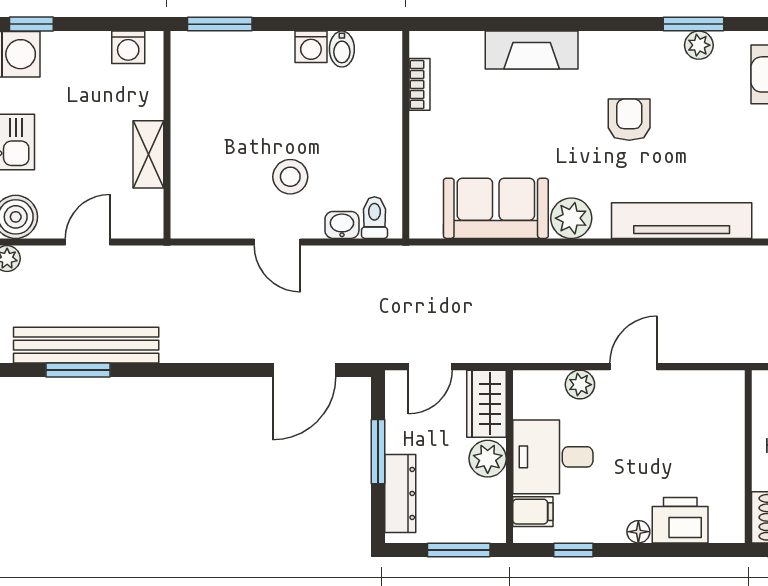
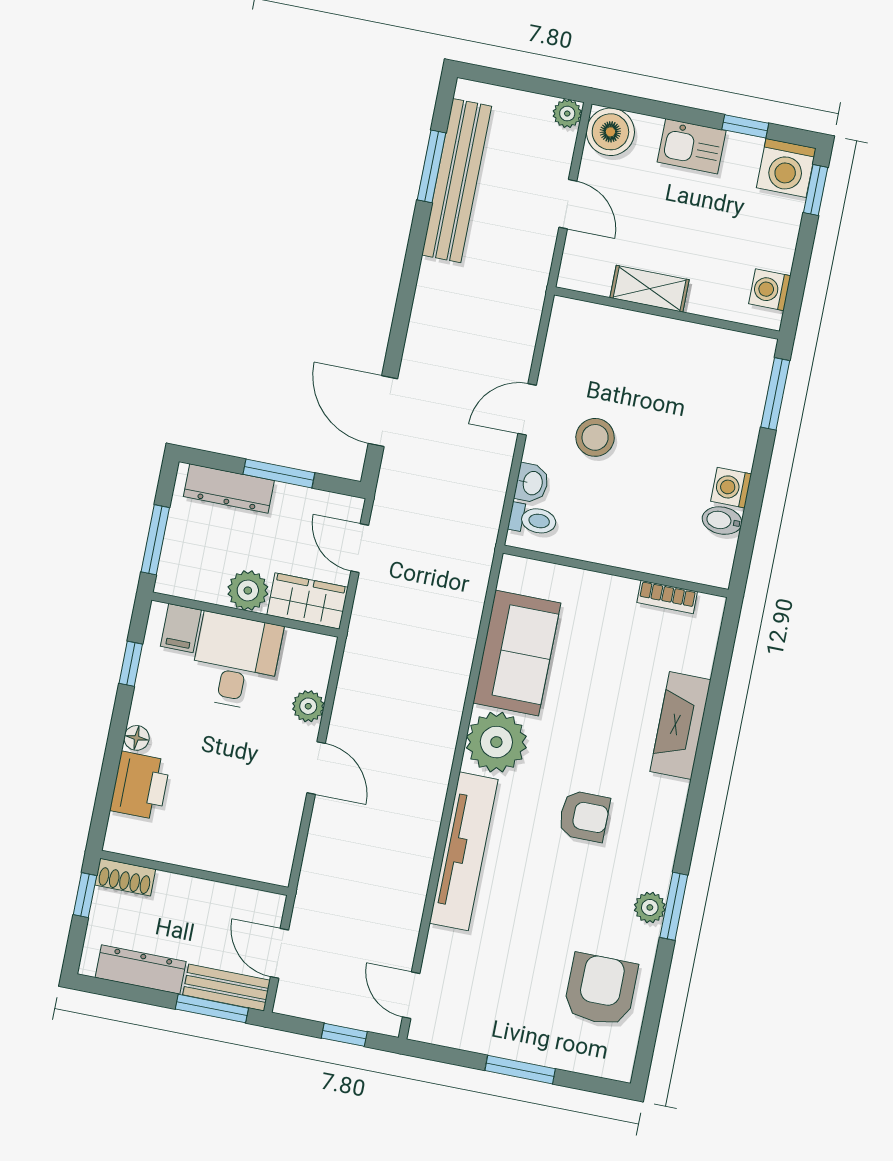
plant: (571, 218) -> (496, 742), width x1.36, depth x1.36

